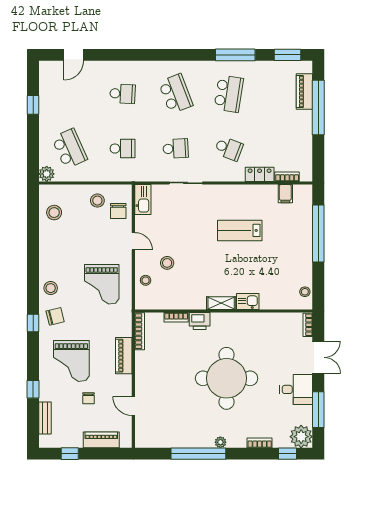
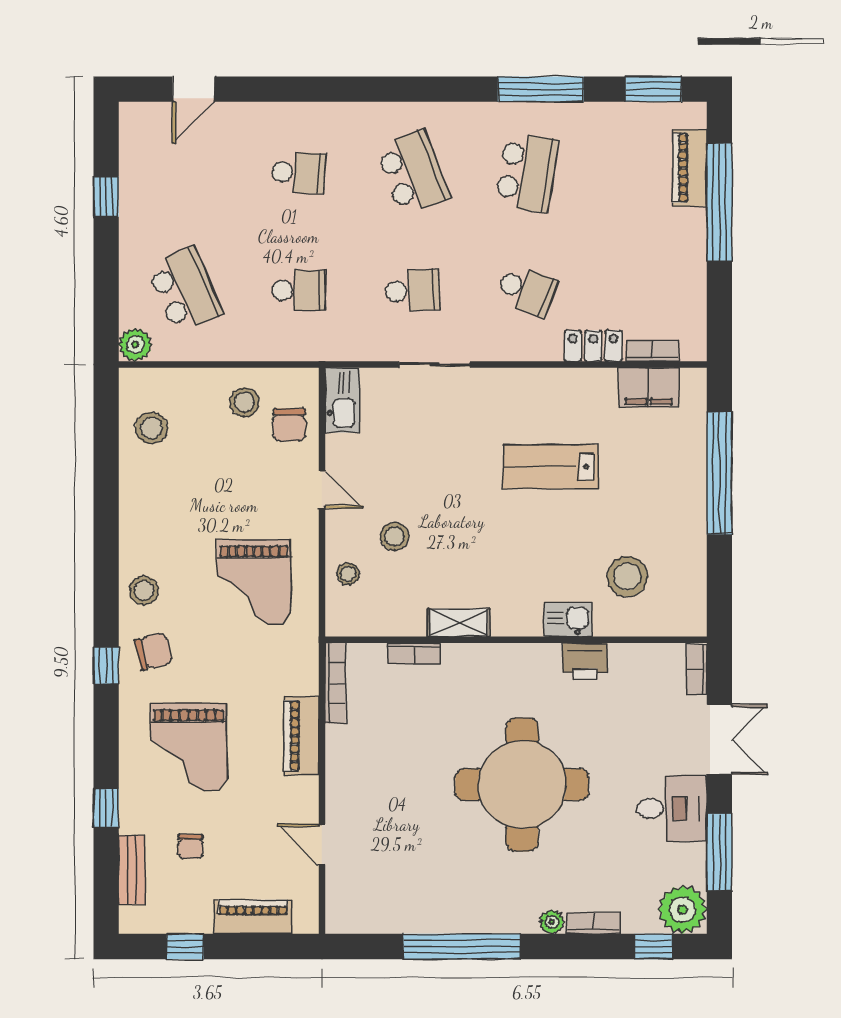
filing cabinet: (285, 194) -> (648, 388), width x2.00
stool: (305, 292) -> (627, 576), moved, width x1.89, depth x1.89
shelving: (221, 303) -> (459, 623), moved
printer: (200, 321) -> (585, 661), moved
chair: (89, 398) -> (190, 846), moved
plant: (220, 442) -> (552, 922), moved

